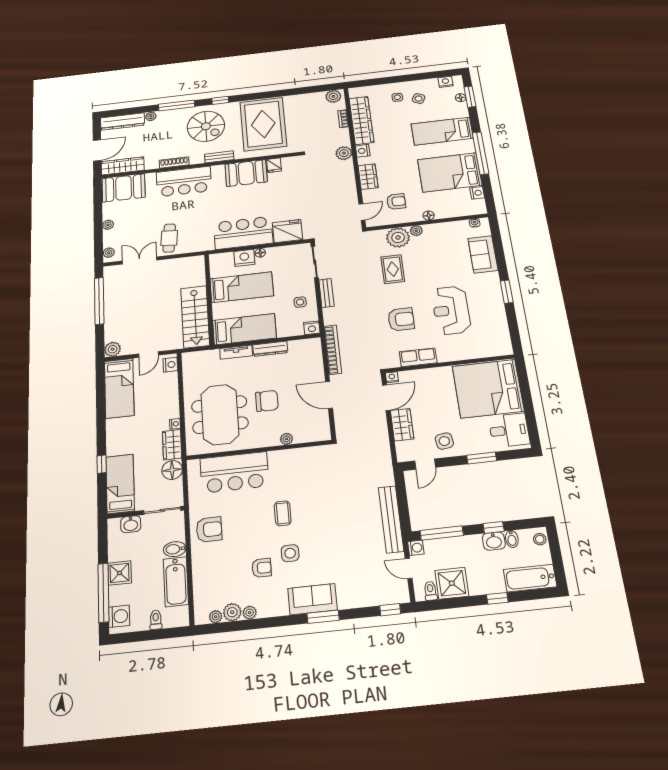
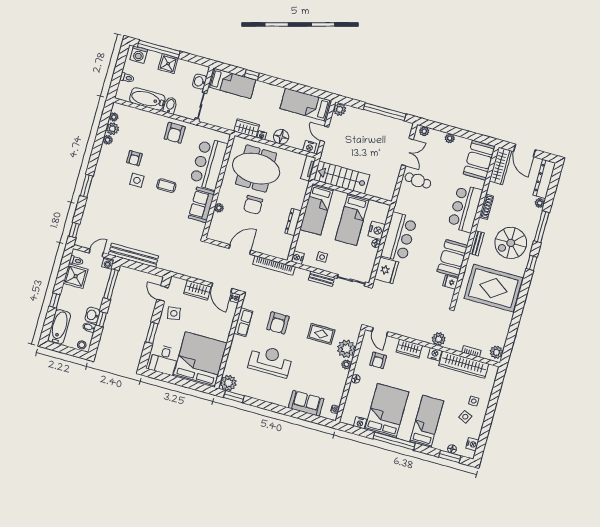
window: (507, 292) -> (234, 397), moved
plant: (501, 346) -> (228, 383), added
tv unit: (236, 352) -> (308, 168), moved
floor lamp: (172, 470) -> (281, 137), moved
sofa: (313, 599) -> (202, 205), moved, turned 180

